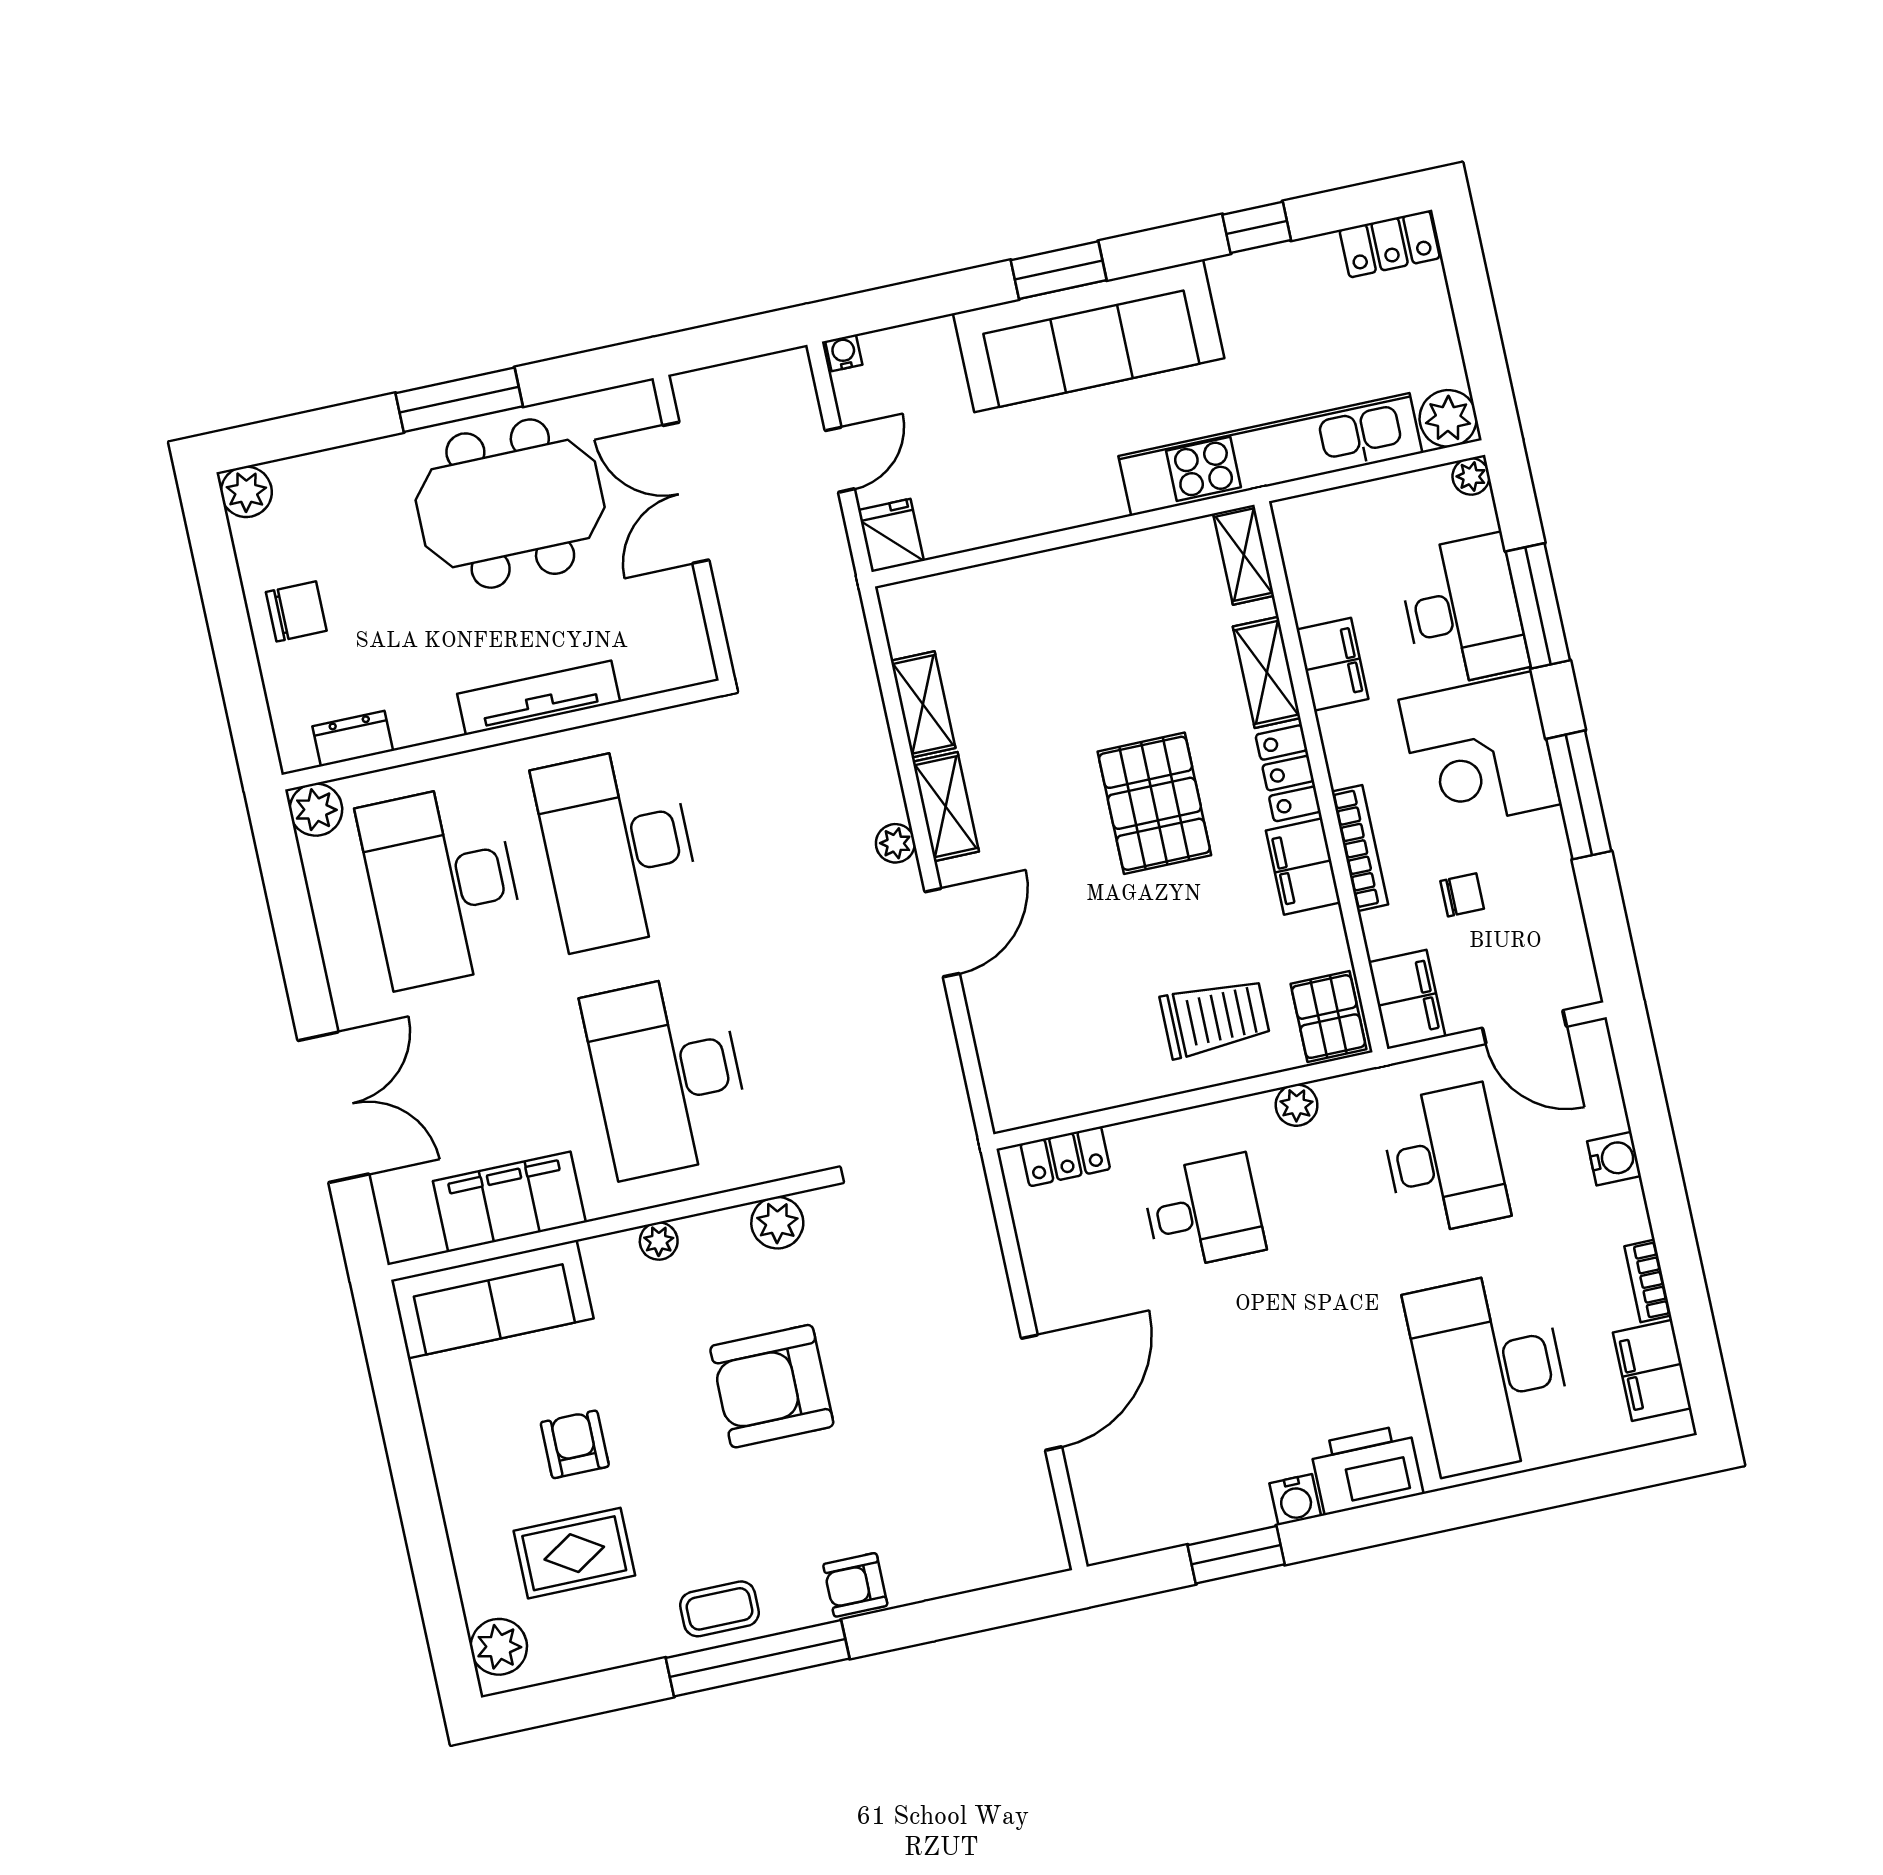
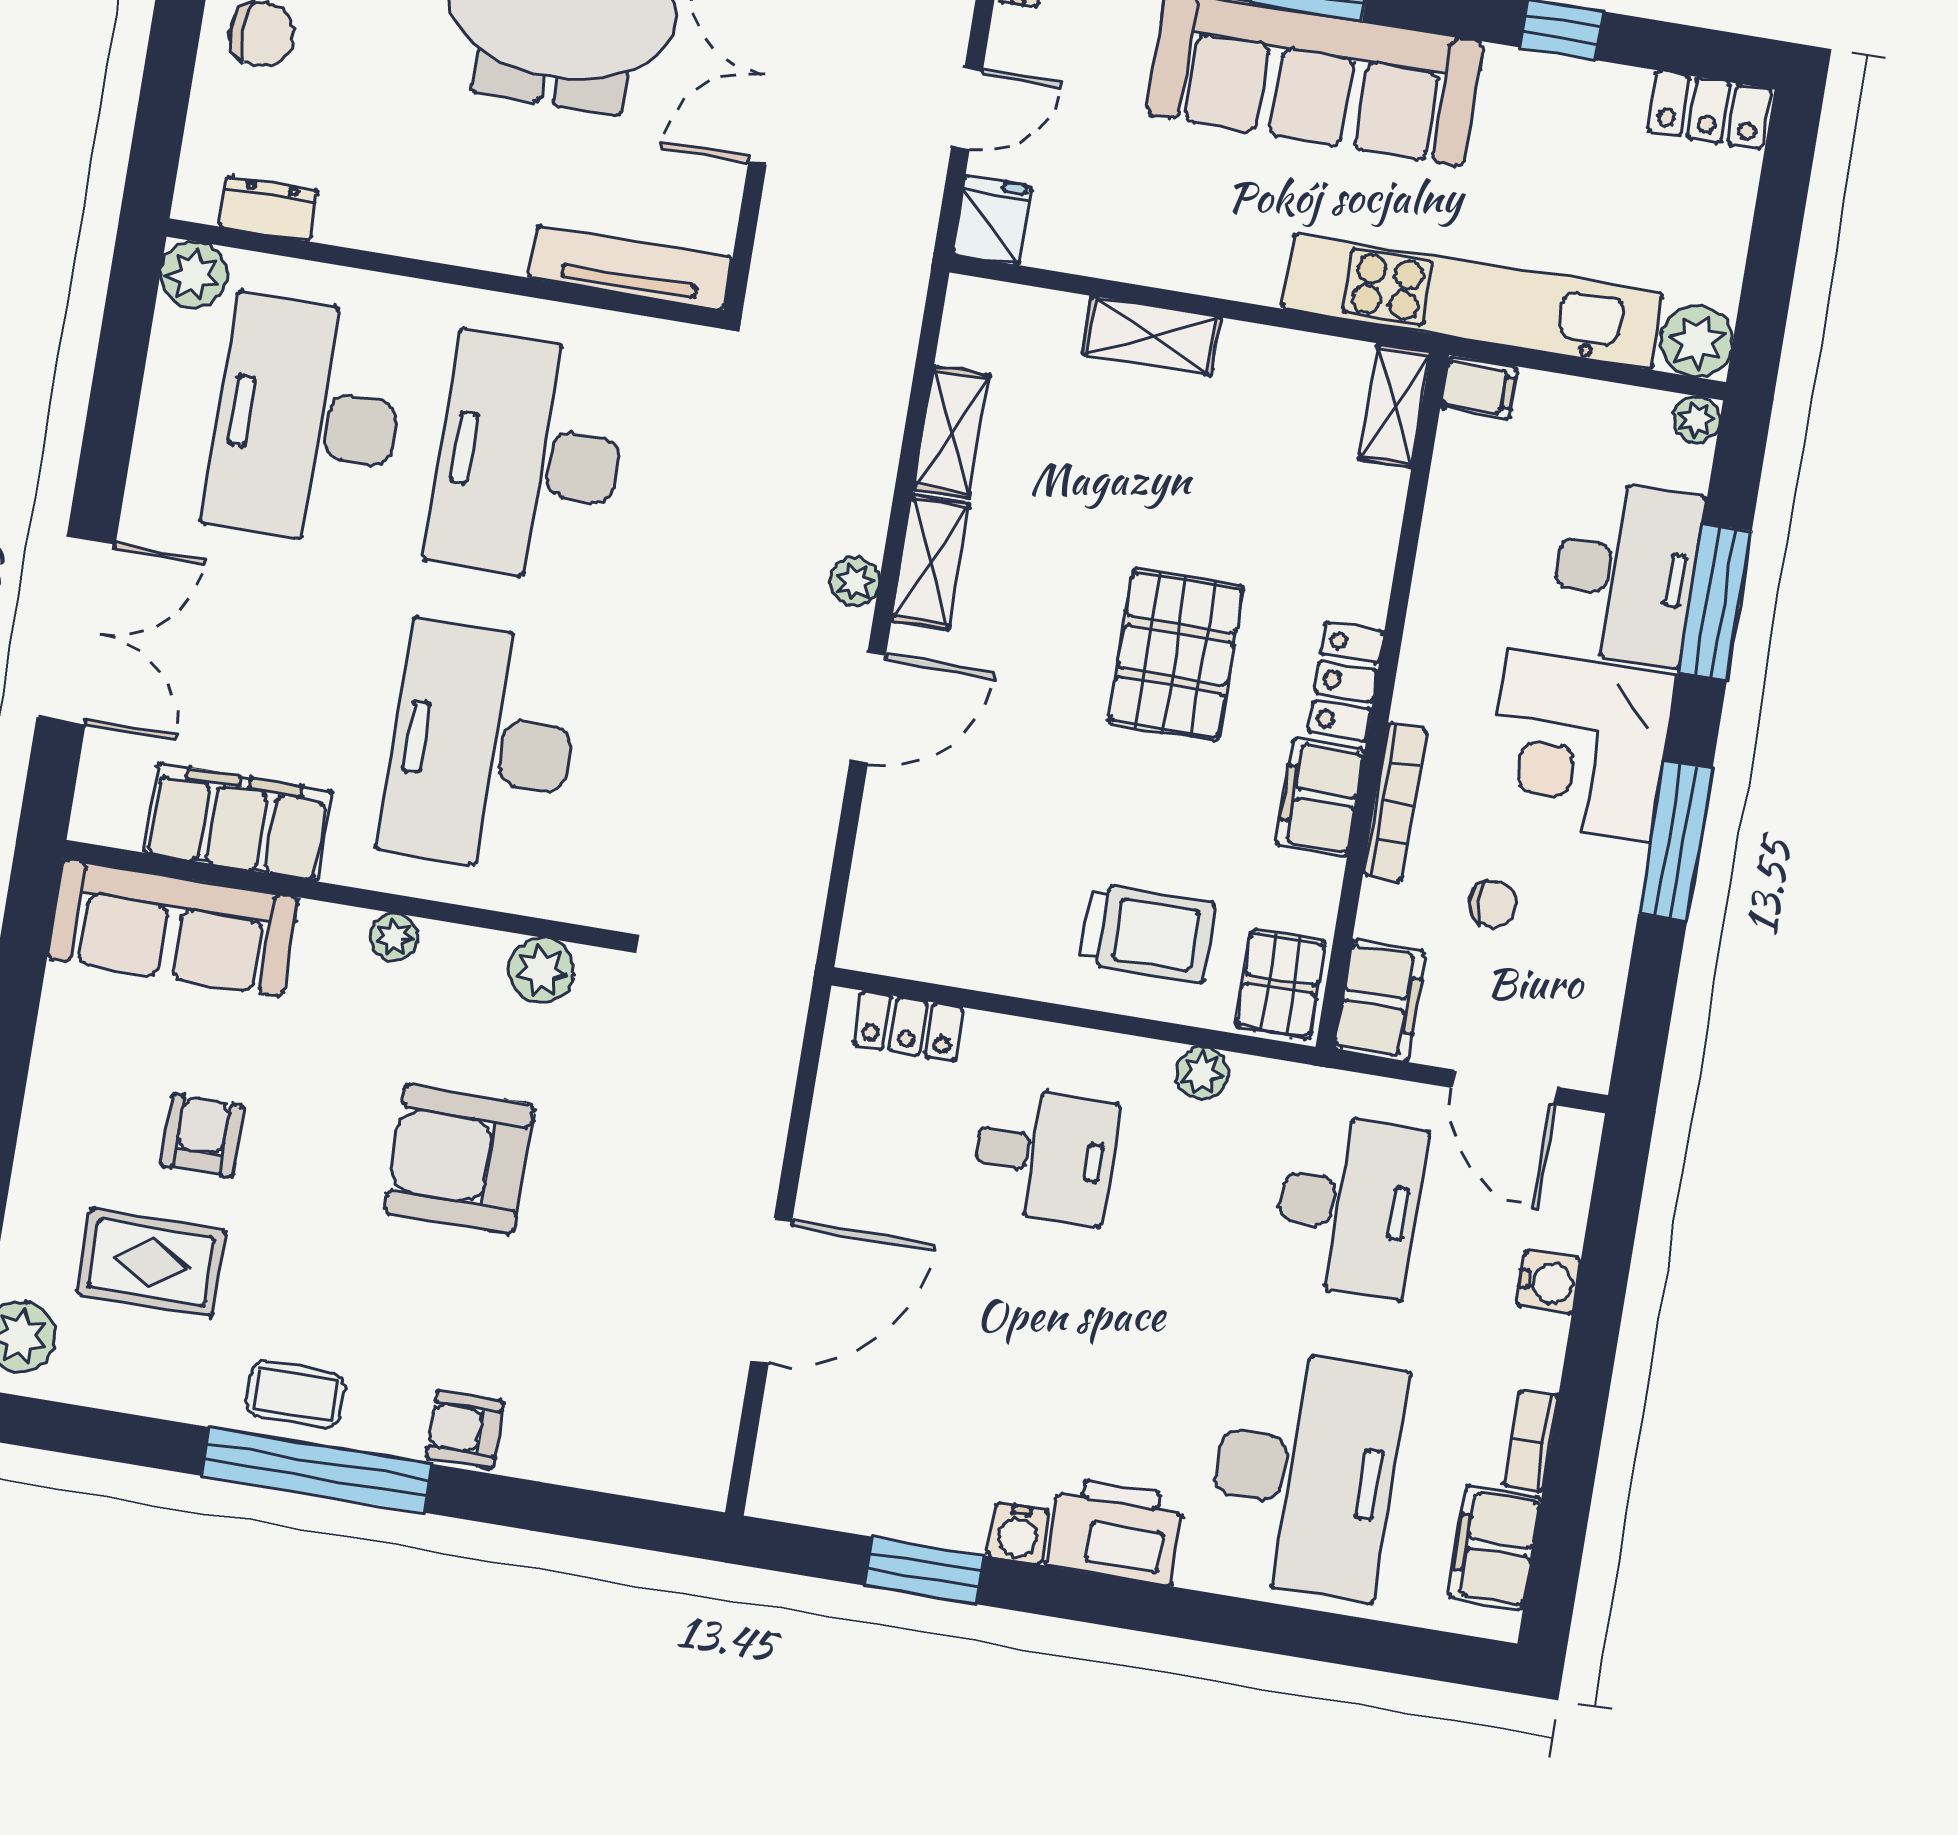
filing cabinet: (1332, 664) -> (1479, 388), moved, width x0.50
shelving: (1267, 672) -> (1151, 336), moved, turned 90
tv unit: (539, 698) -> (631, 268), moved
desk: (1490, 1372) -> (1305, 1474), turned 180

